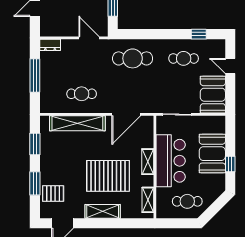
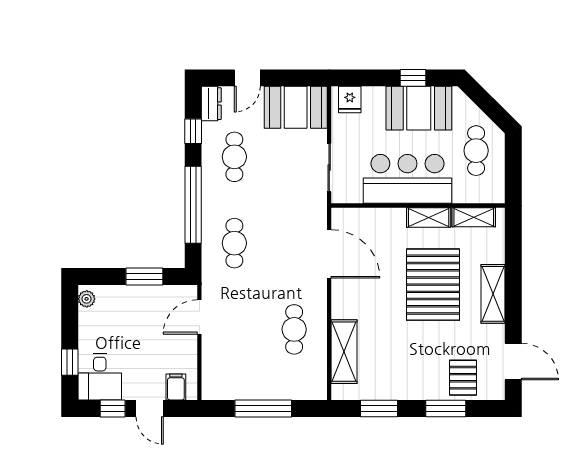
filing cabinet: (48, 24) -> (176, 387), added
window: (155, 34) -> (193, 205), added
dresser: (50, 45) -> (211, 104), moved
cafe table: (133, 58) -> (234, 243), width x0.73, depth x0.74
shelving: (77, 123) -> (344, 352), width x0.68
fridge: (217, 127) -> (350, 100), added
booth: (212, 154) -> (419, 108), moved
shelving: (148, 162) -> (429, 217), moved

